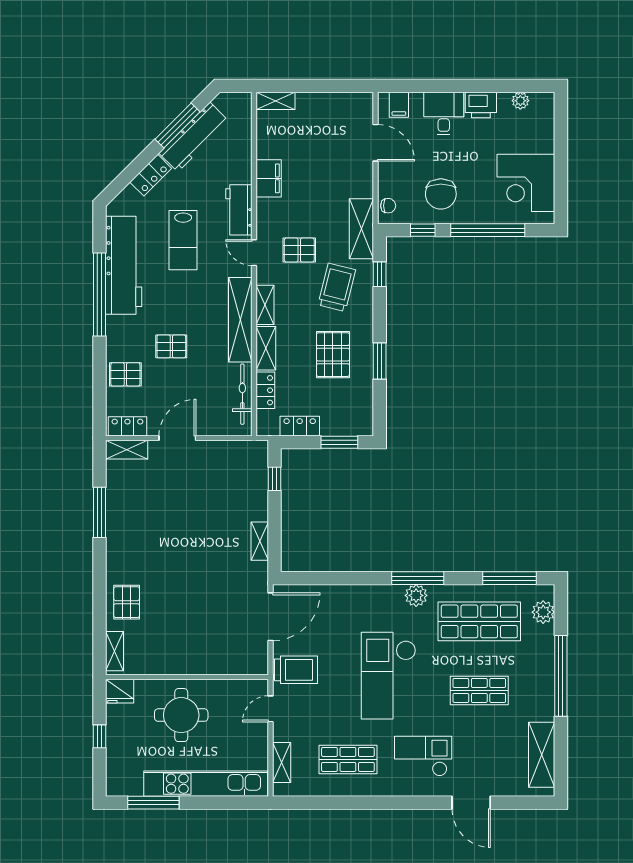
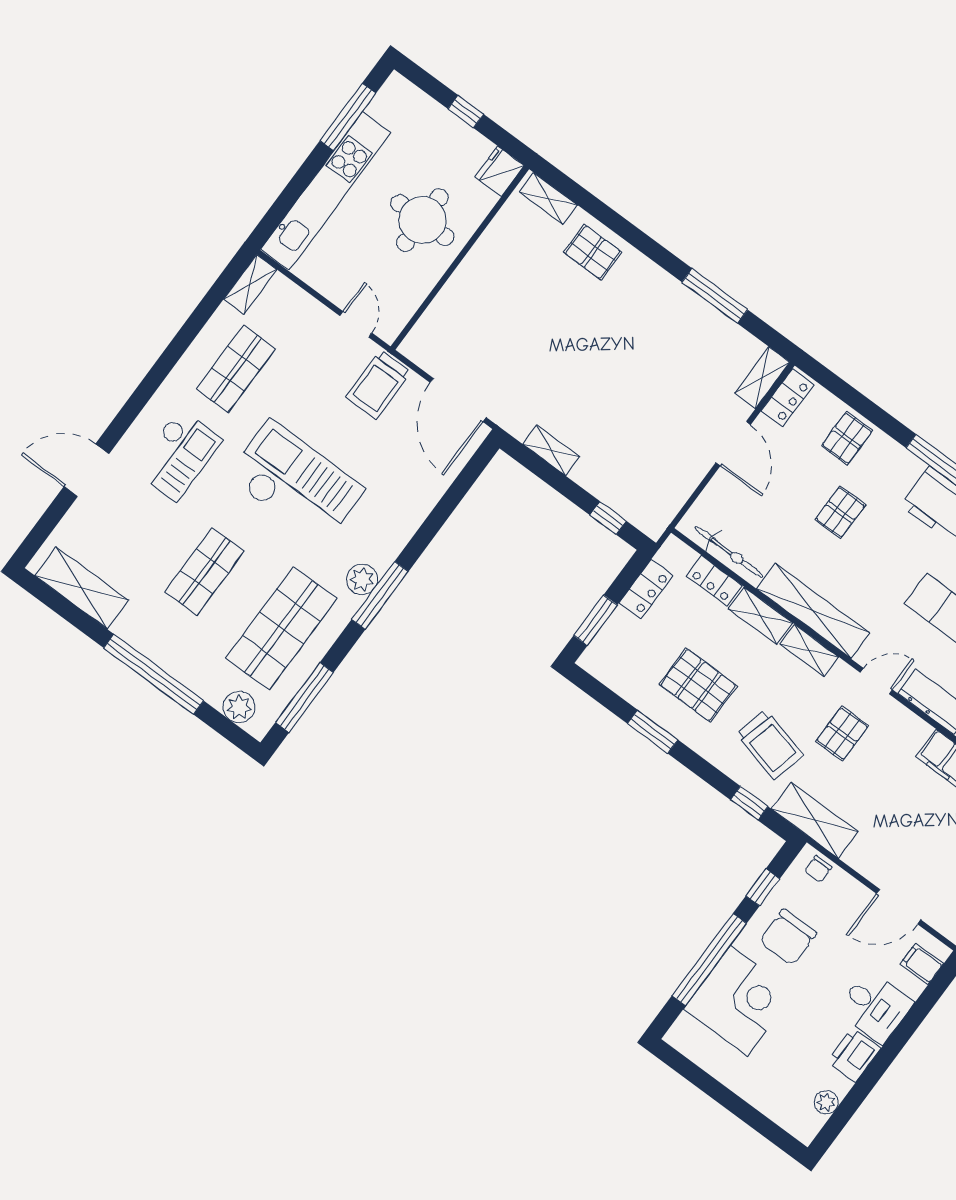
corner desk: (526, 183) -> (739, 1001), moved, turned 90
chair: (441, 194) -> (788, 937), turned -90
shelving: (282, 762) -> (250, 284), moved, turned 90

